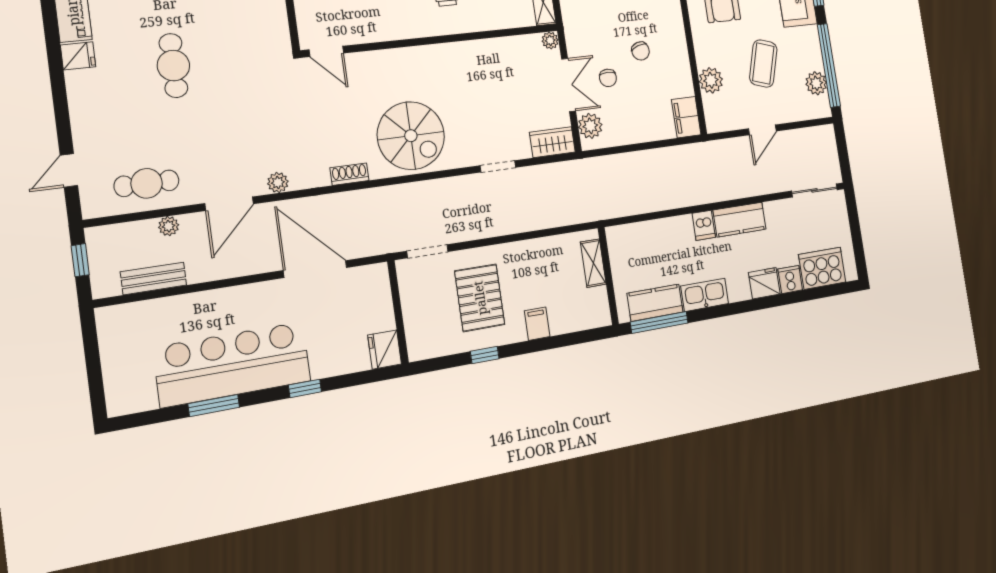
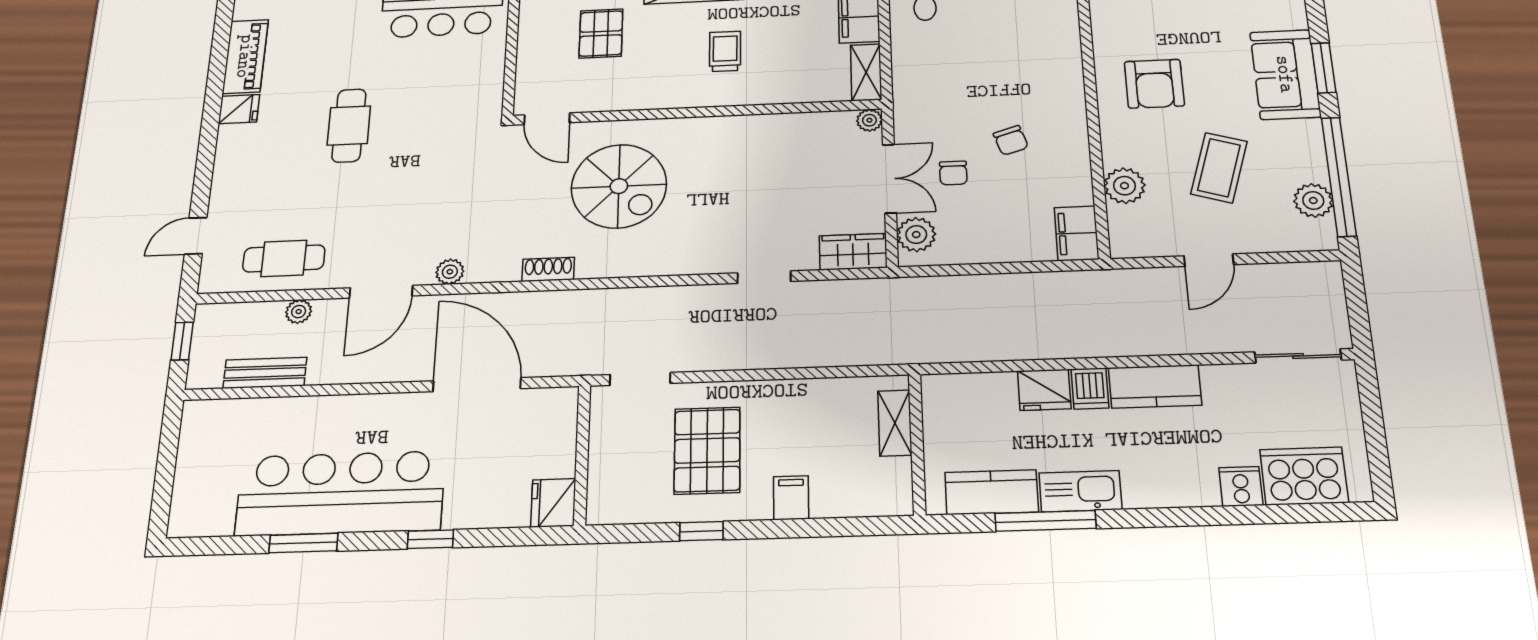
spiral stairs: (411, 136) -> (619, 186), moved
fridge: (764, 283) -> (1044, 390), moved, turned 180
window: (659, 322) -> (1045, 521), moved

